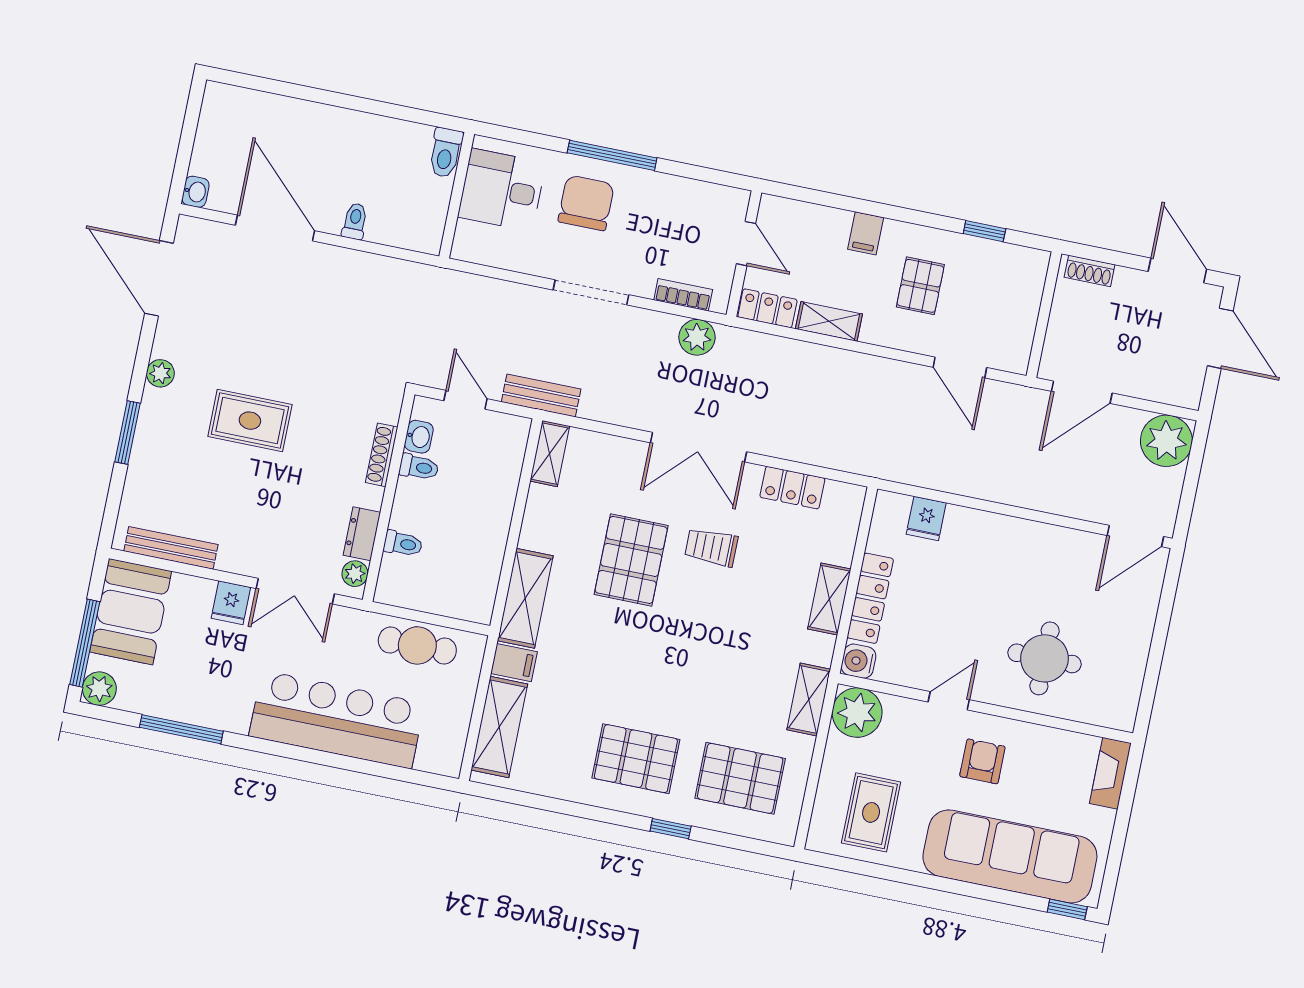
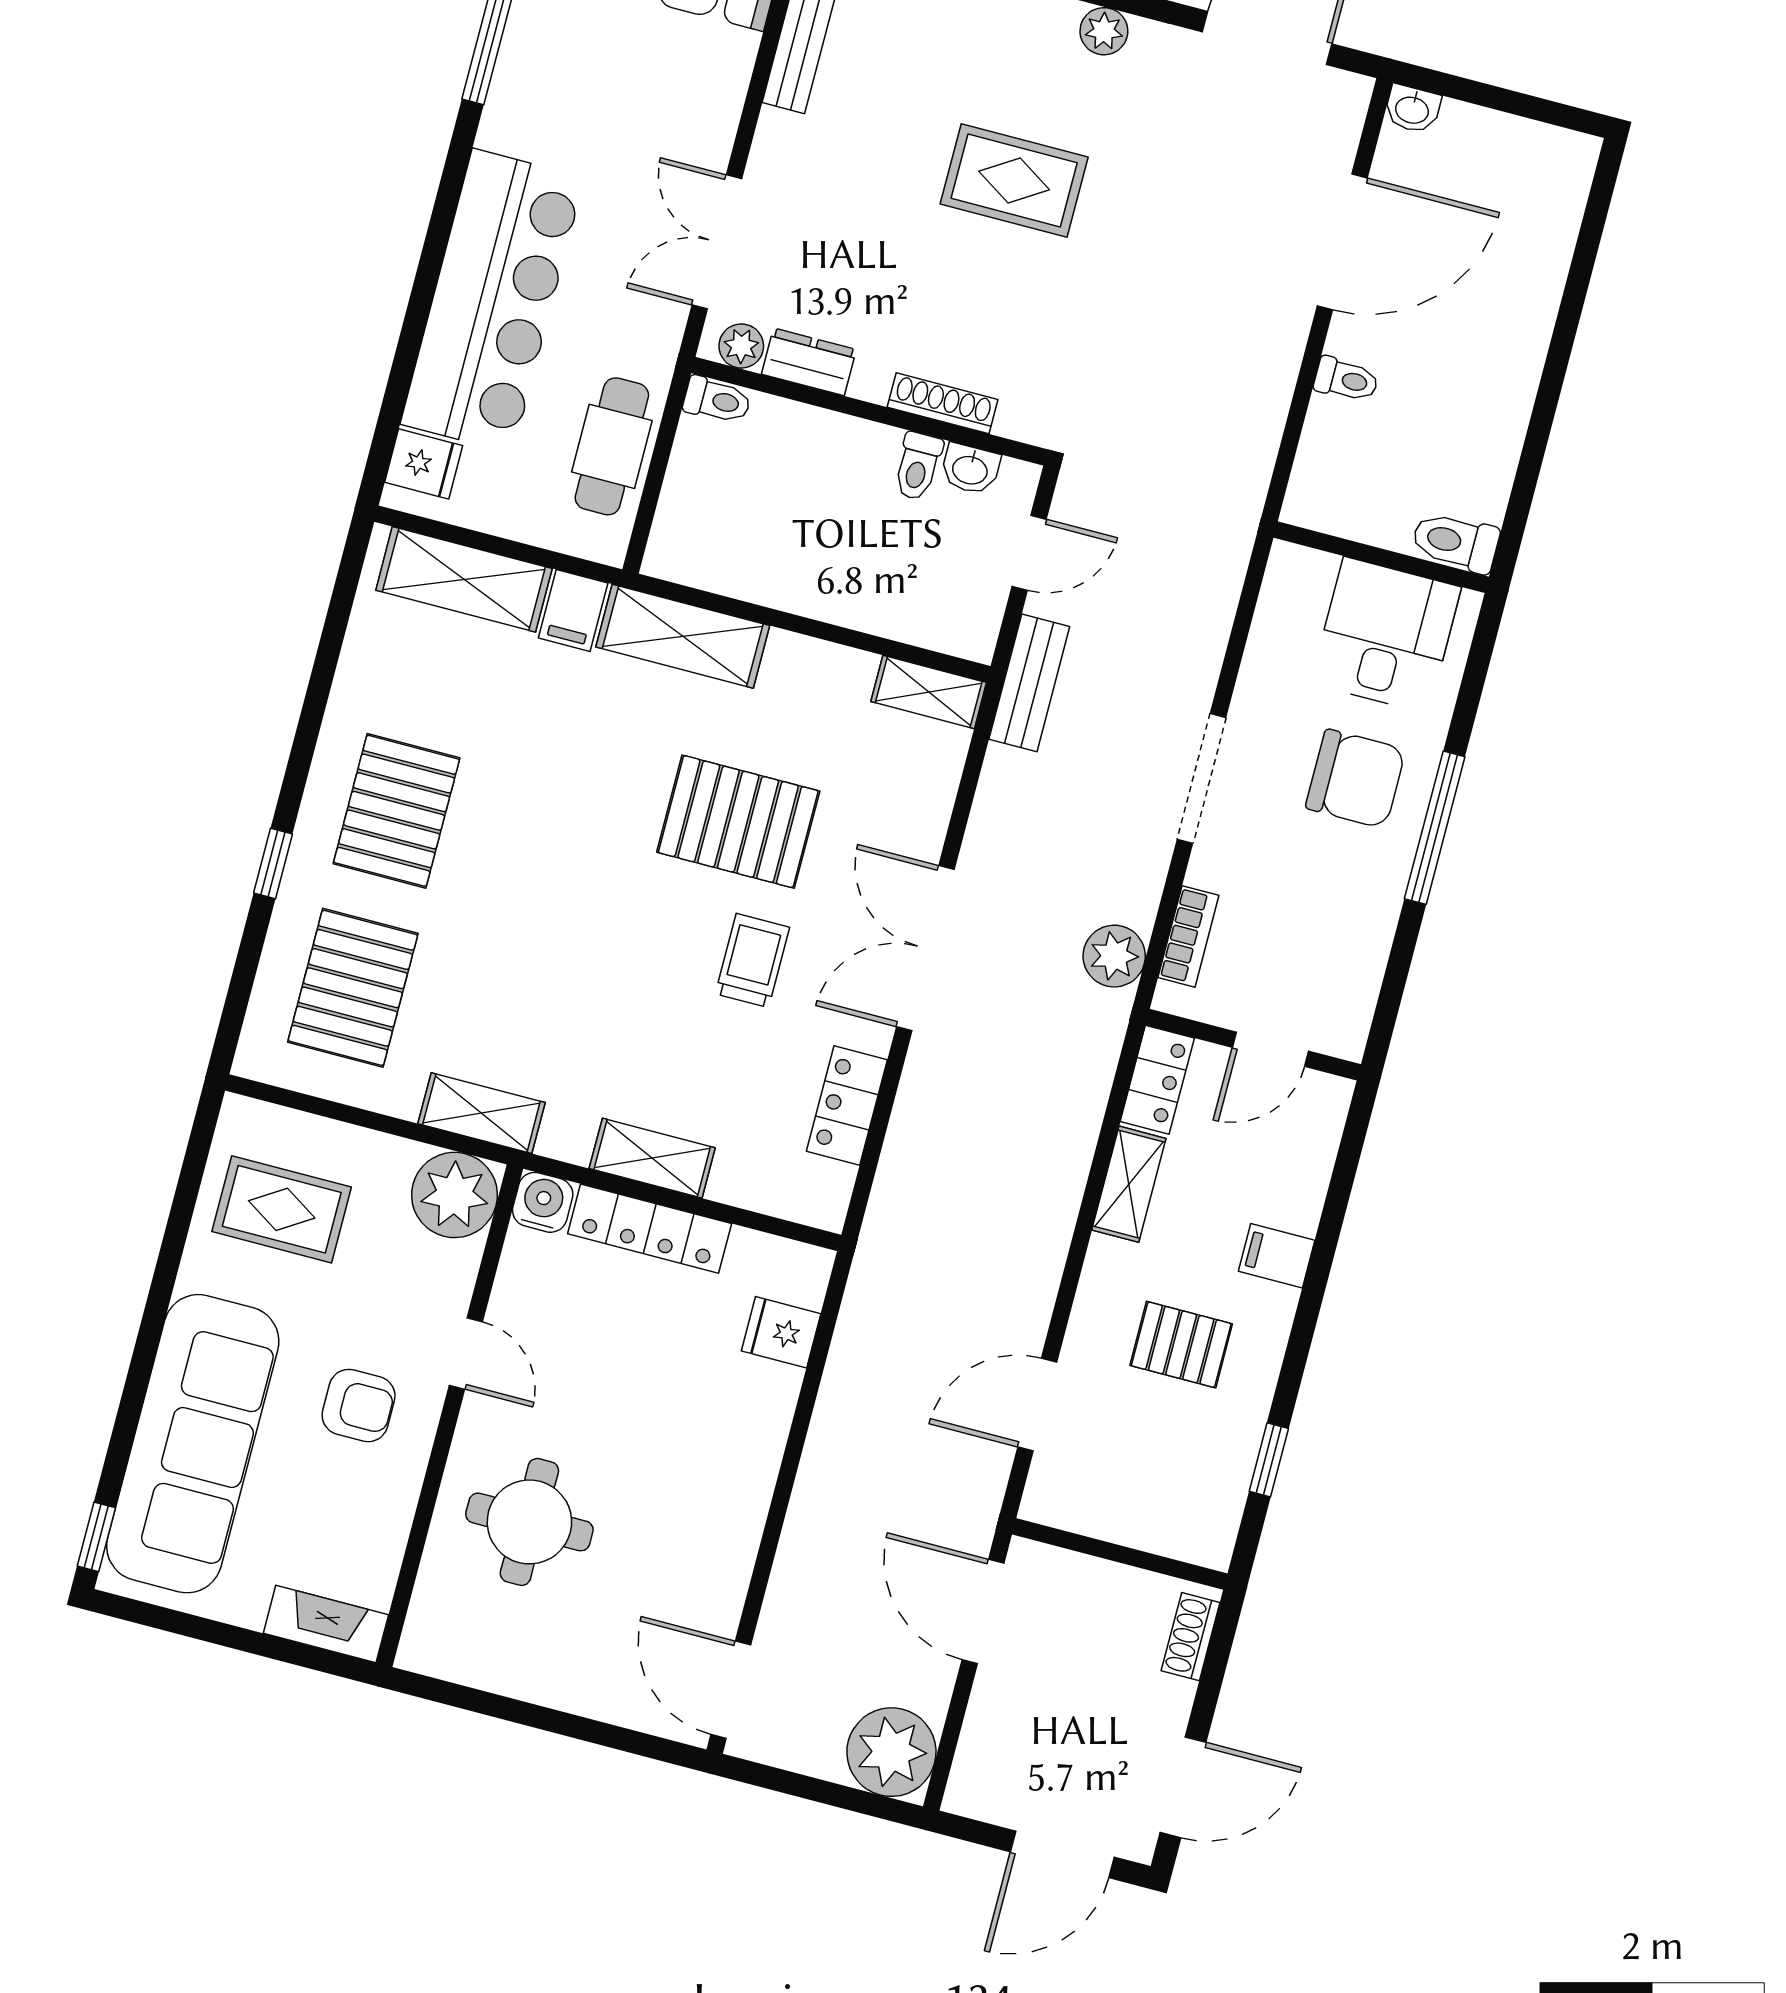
rug: (250, 421) -> (1014, 180), turned 90
toilet: (403, 544) -> (717, 400), moved, turned -90
fridge: (231, 603) -> (424, 464), moved, turned 180

